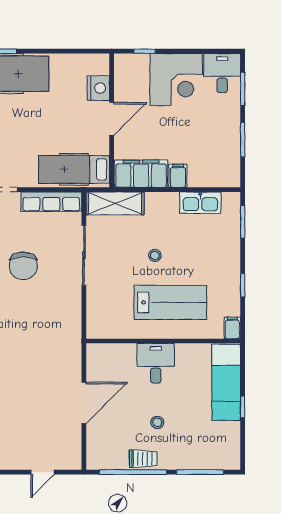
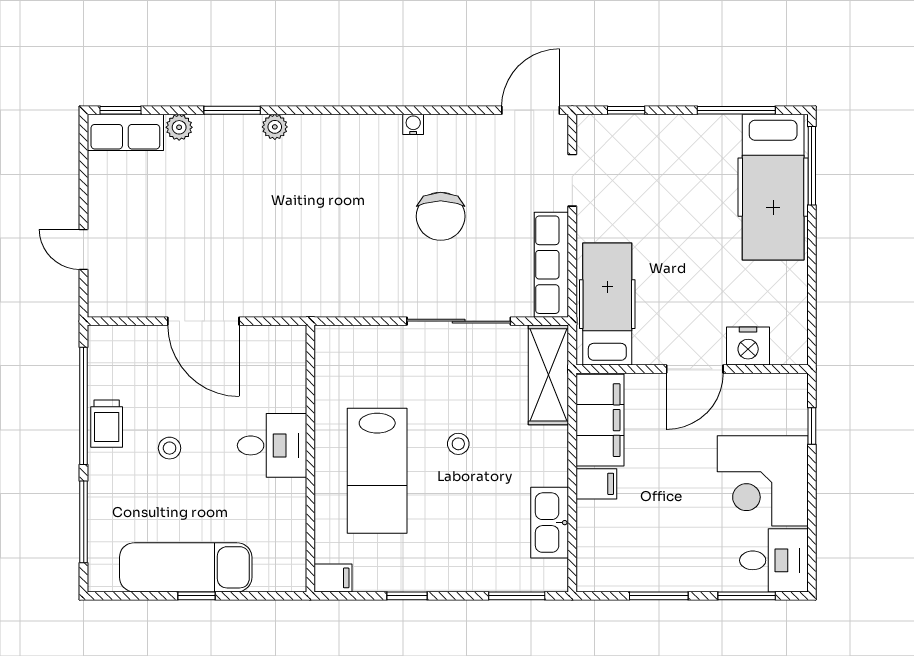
door: (112, 119) -> (695, 369), hinge flipped
chair: (23, 266) -> (441, 216), turned -90
exam couch: (226, 382) -> (186, 567), moved

